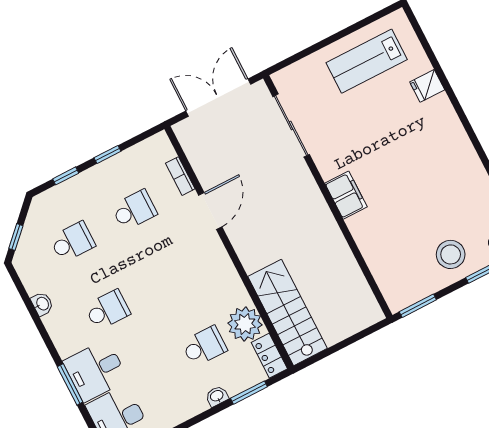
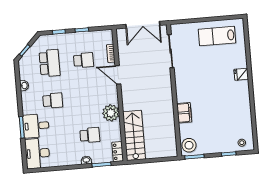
fridge: (427, 86) -> (241, 74), moved
double door: (218, 98) -> (143, 25), swing flipped
filing cabinet: (346, 195) -> (184, 113), moved
door: (210, 211) -> (118, 75), swing flipped
school desk: (72, 242) -> (50, 63), width x1.85
stool: (451, 254) -> (189, 145), moved
plant: (245, 324) -> (111, 113), moved

